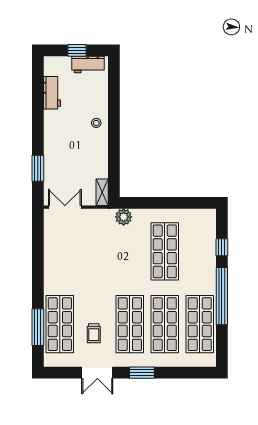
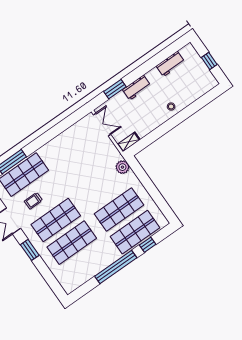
workbench: (88, 65) -> (137, 88), moved, turned -90
shop shelf: (200, 324) -> (135, 232), moved

